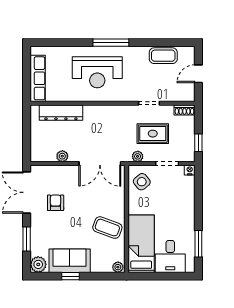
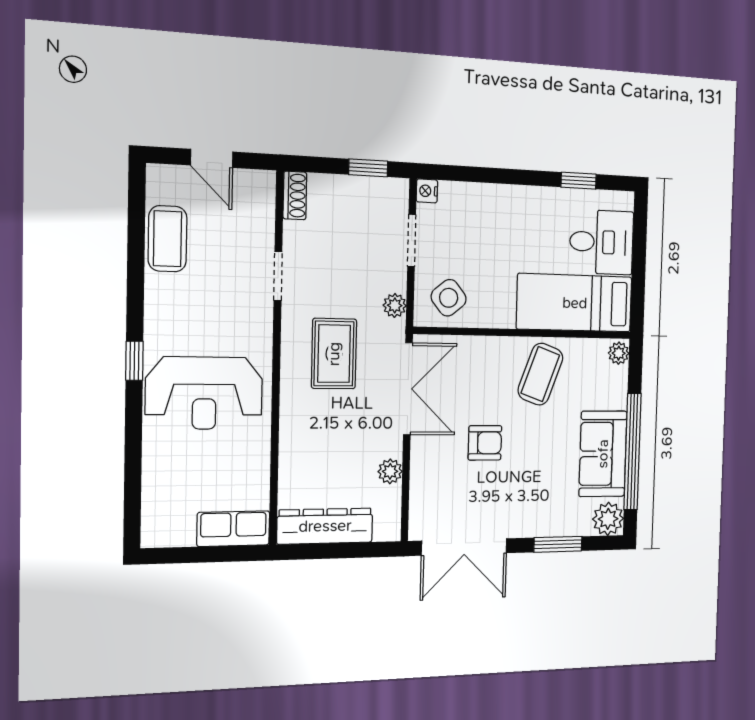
window: (111, 43) -> (134, 361), width x0.46
reception desk: (97, 72) -> (204, 393), turned 90
row of seats: (38, 78) -> (233, 529), width x0.68
dresser: (61, 113) -> (325, 526), moved, turned -90
rug: (153, 134) -> (334, 354), moved
armchair: (56, 203) -> (485, 443), moved, turned 180
window: (198, 244) -> (579, 181), width x0.67
window: (71, 276) -> (632, 452), width x3.17

